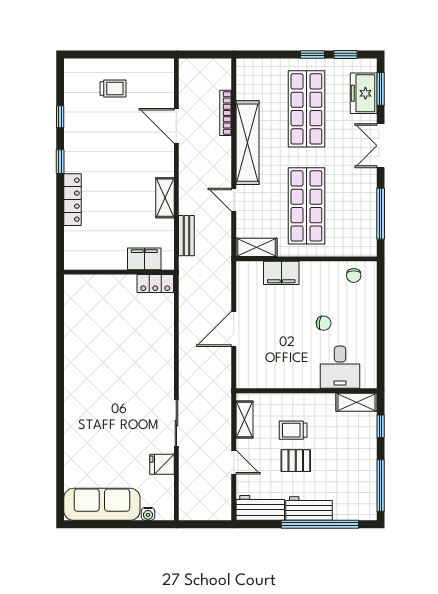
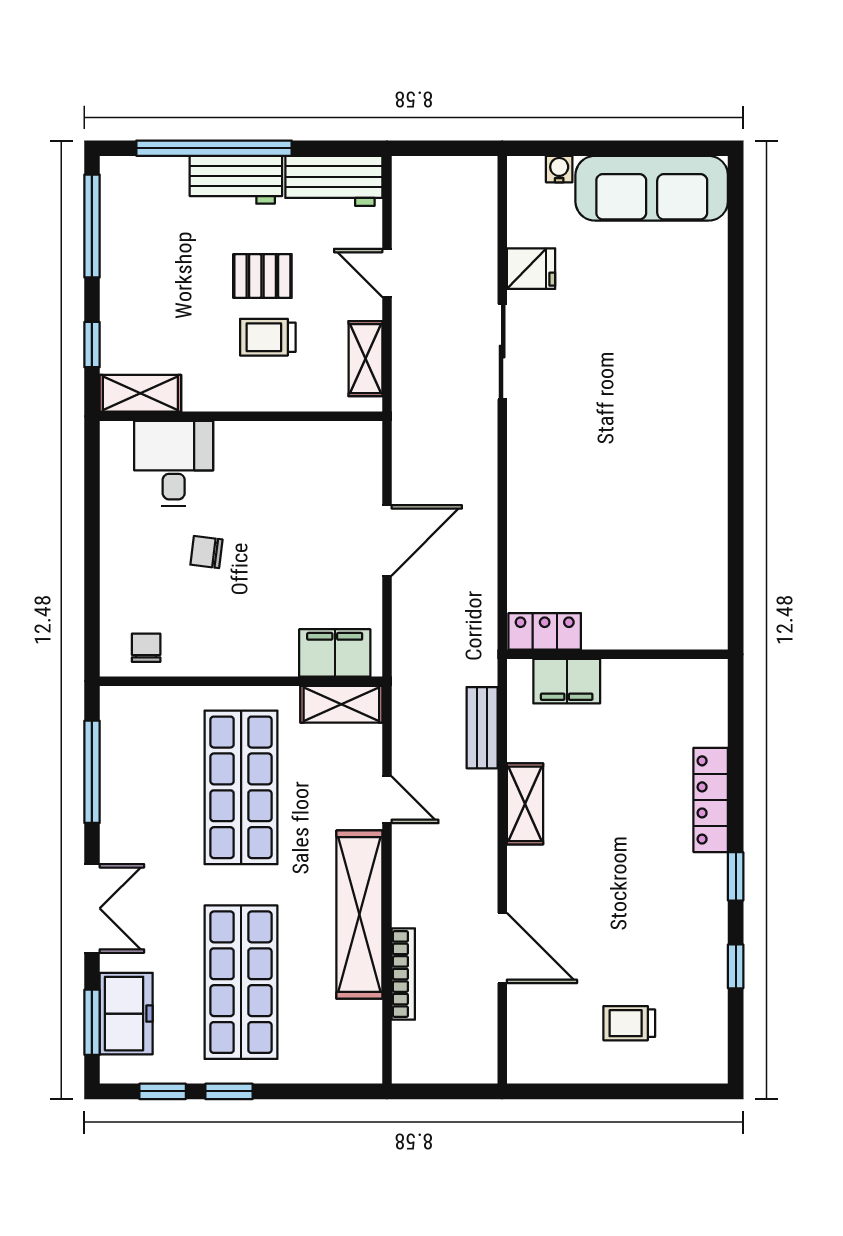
filing cabinet: (281, 273) -> (335, 653), moved
trolley: (293, 430) -> (268, 337), turned 180

